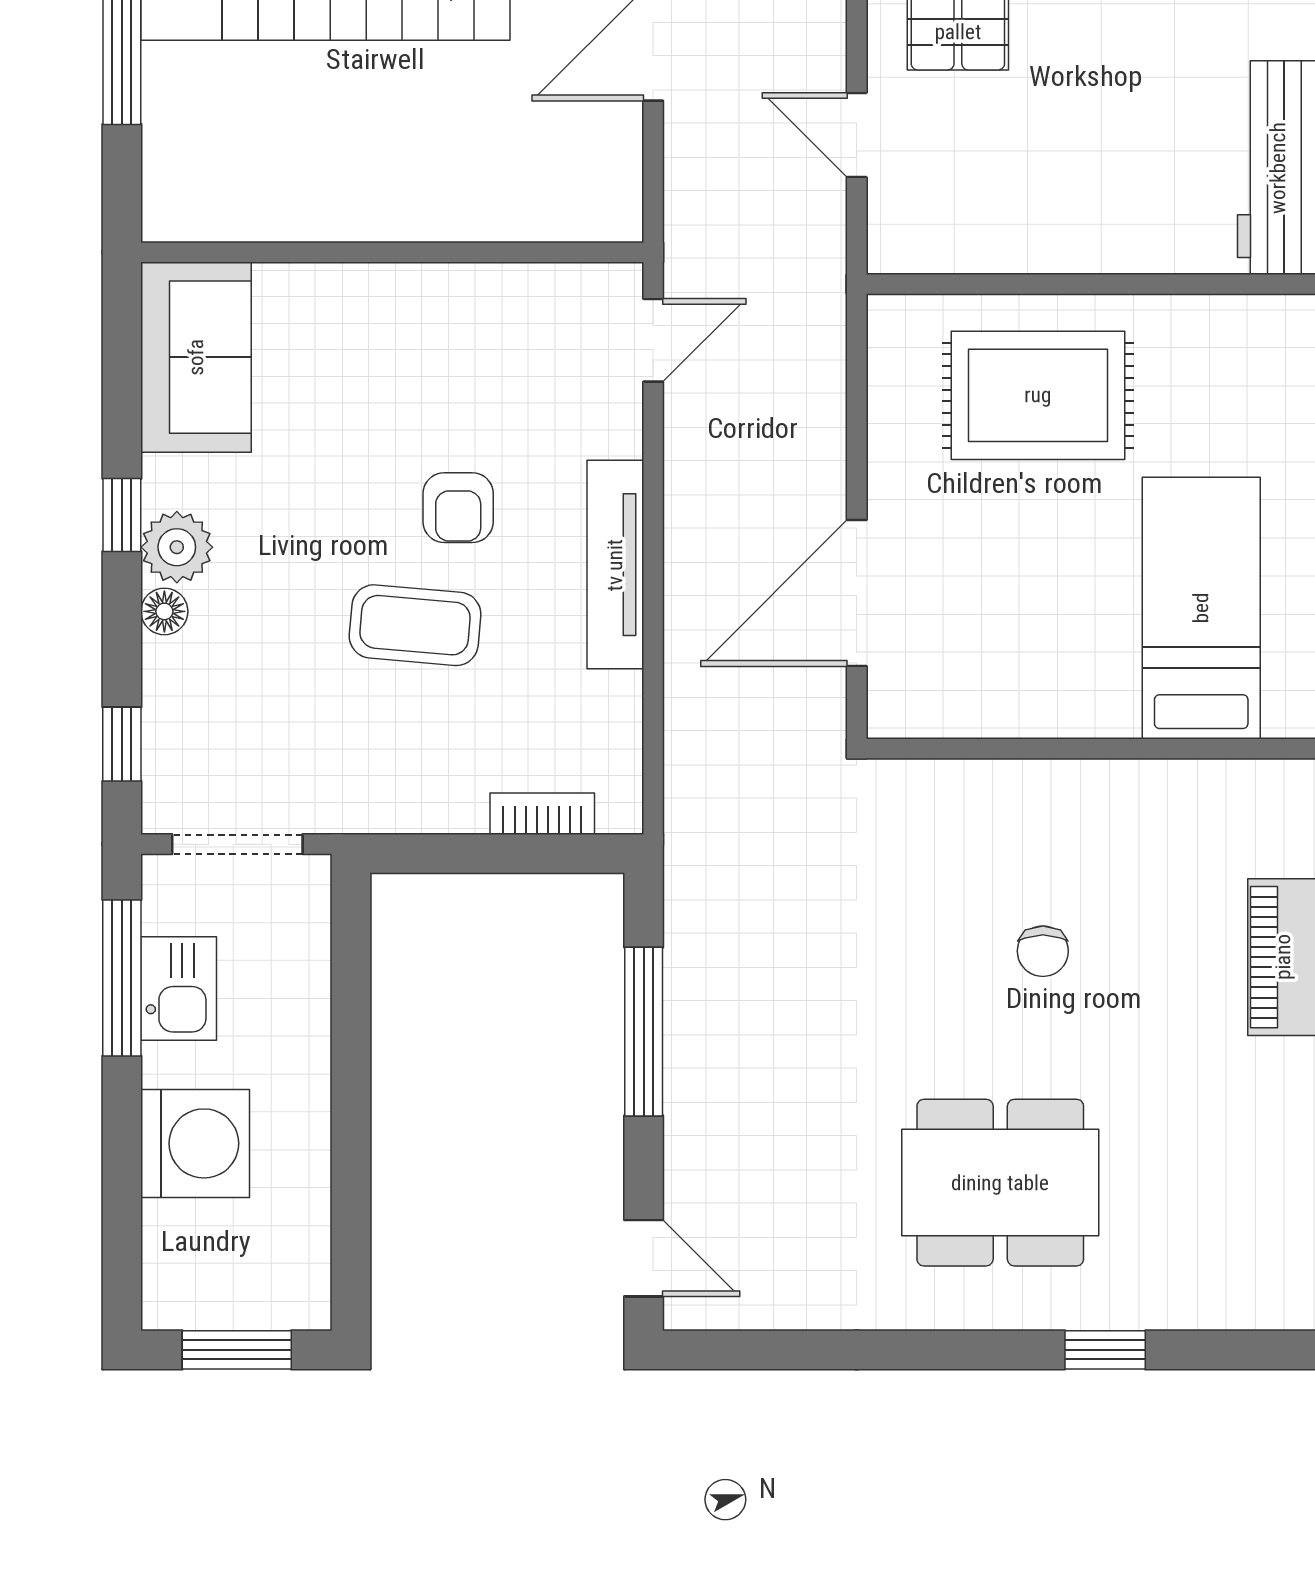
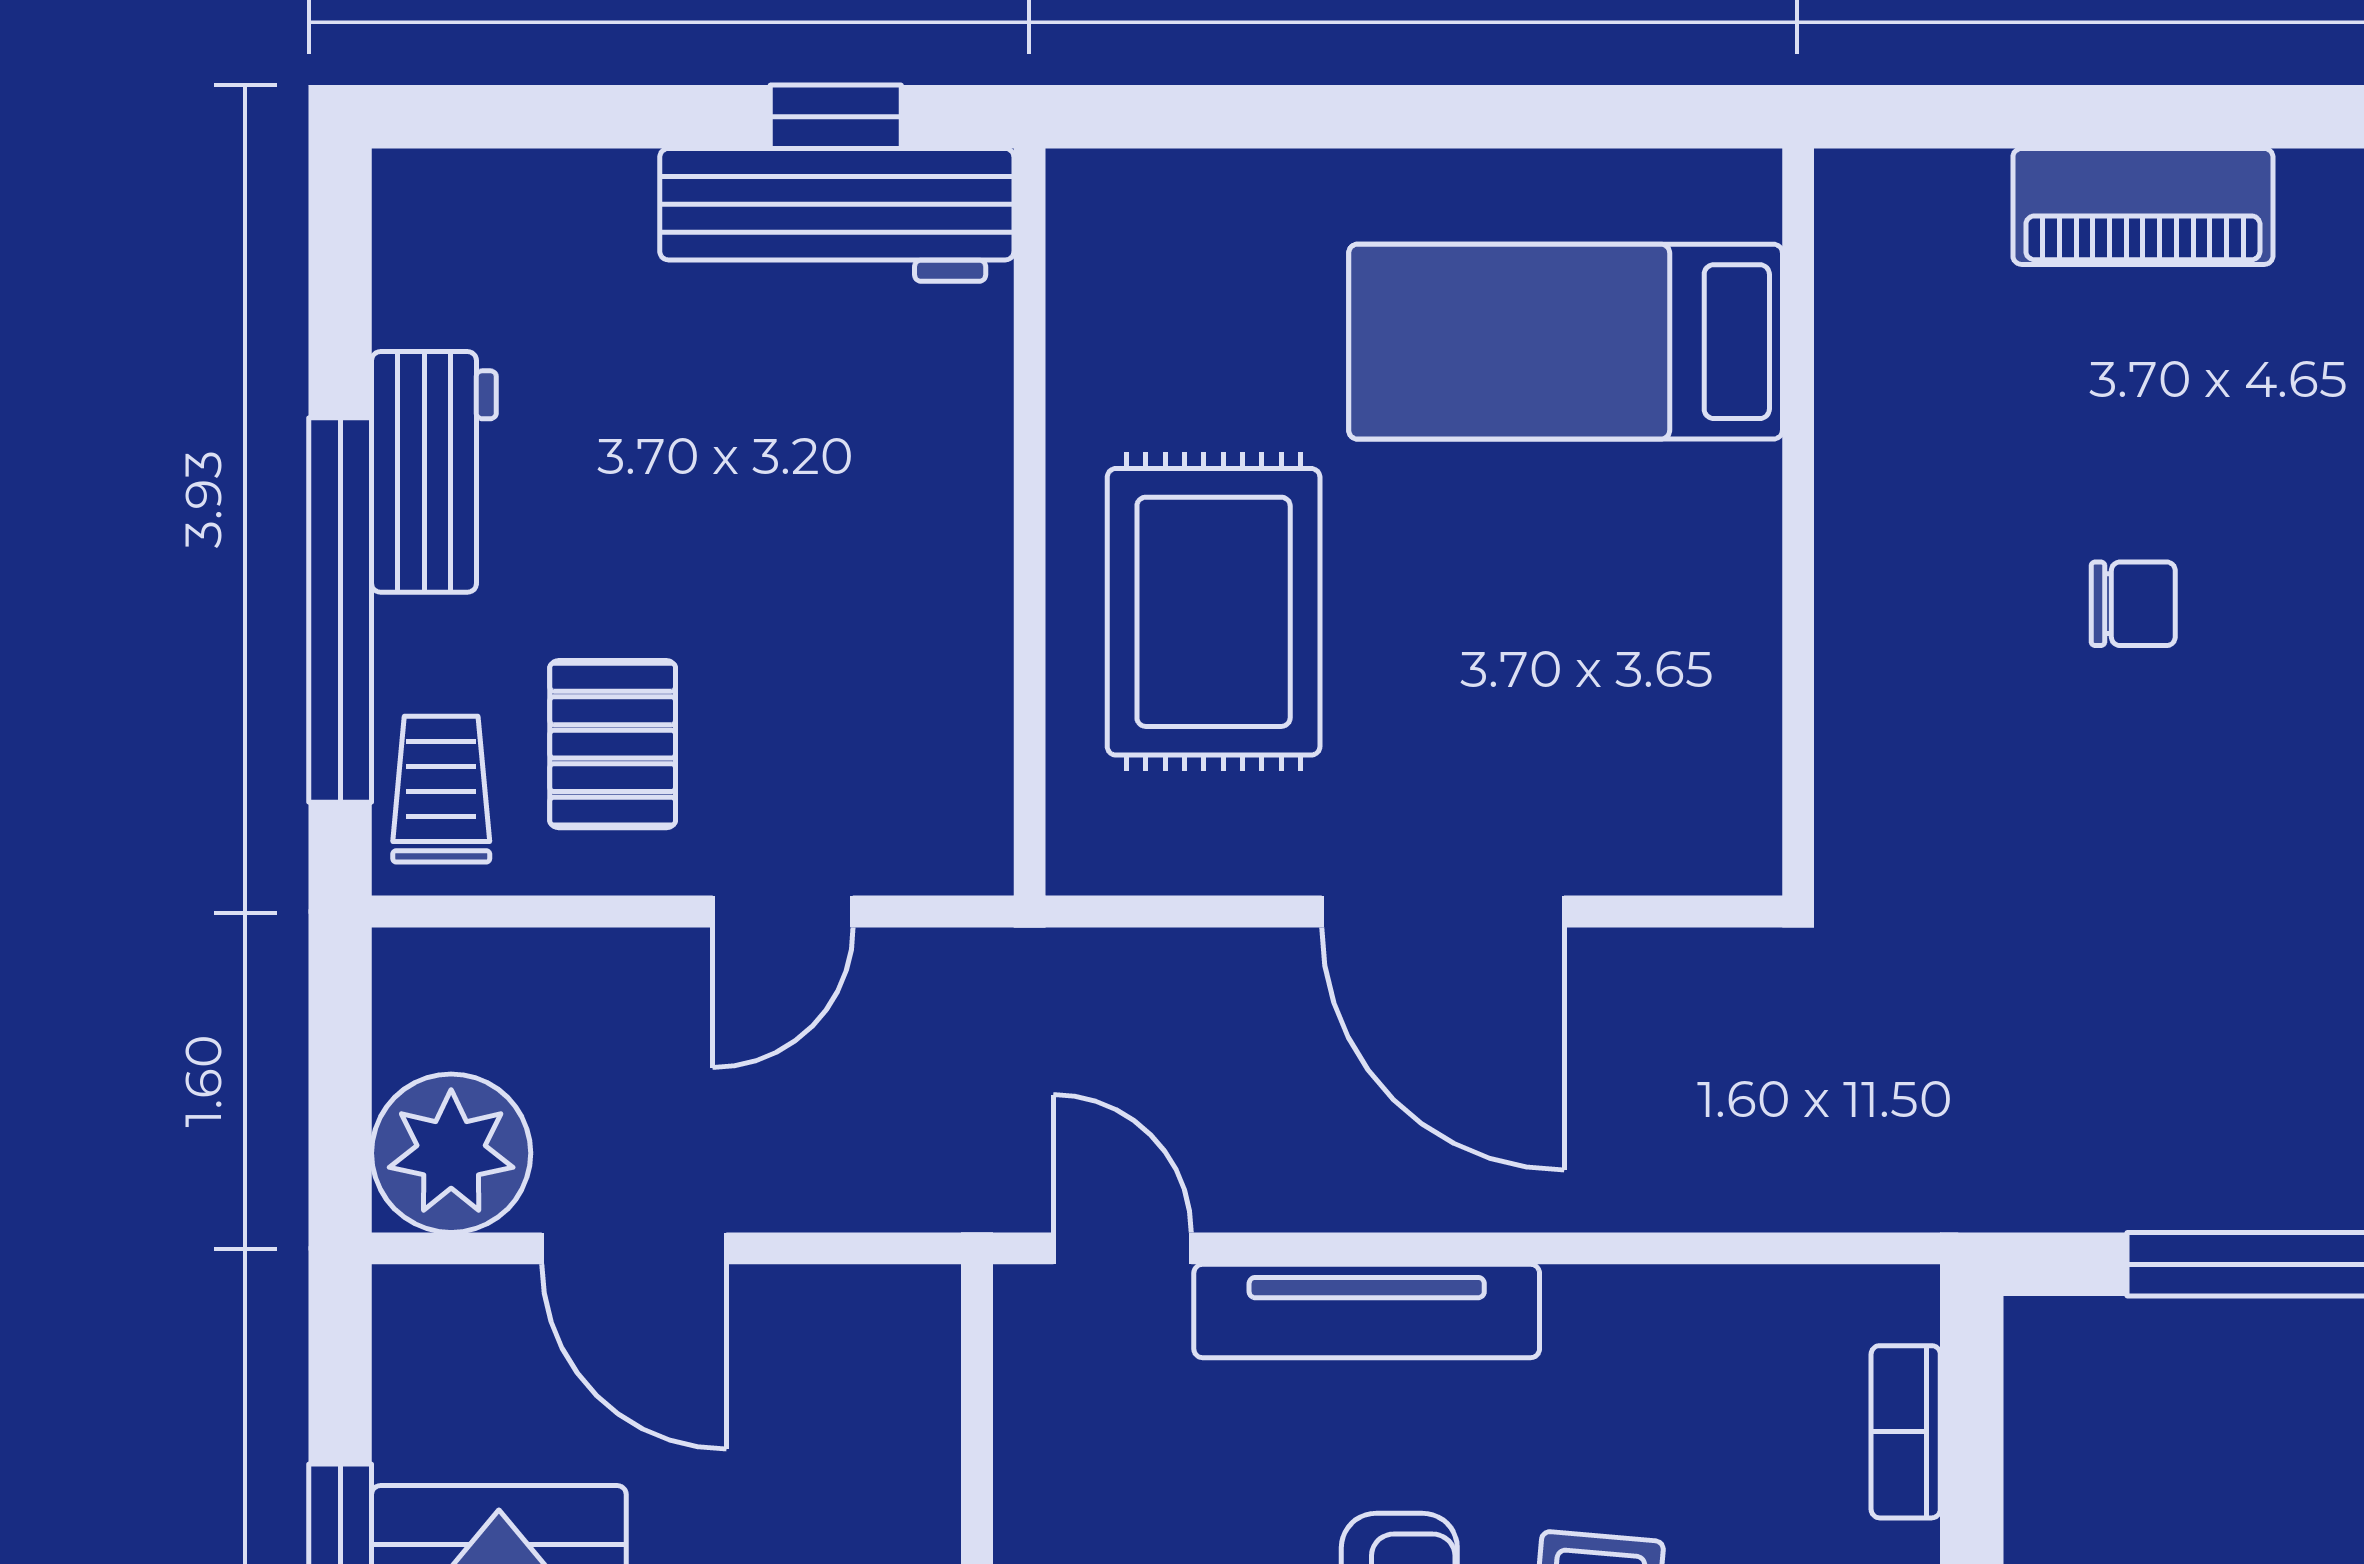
tv unit: (615, 565) -> (1367, 1311), moved
door: (857, 593) -> (1443, 912), moved

